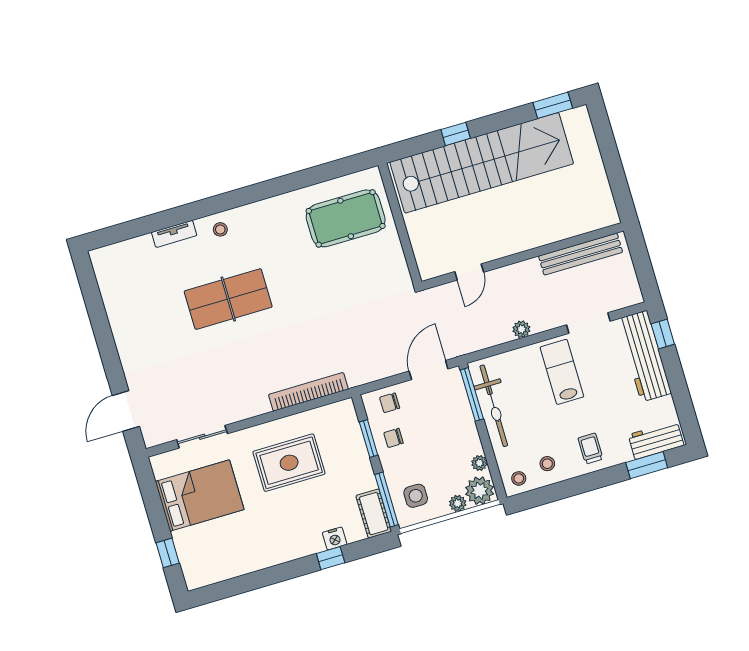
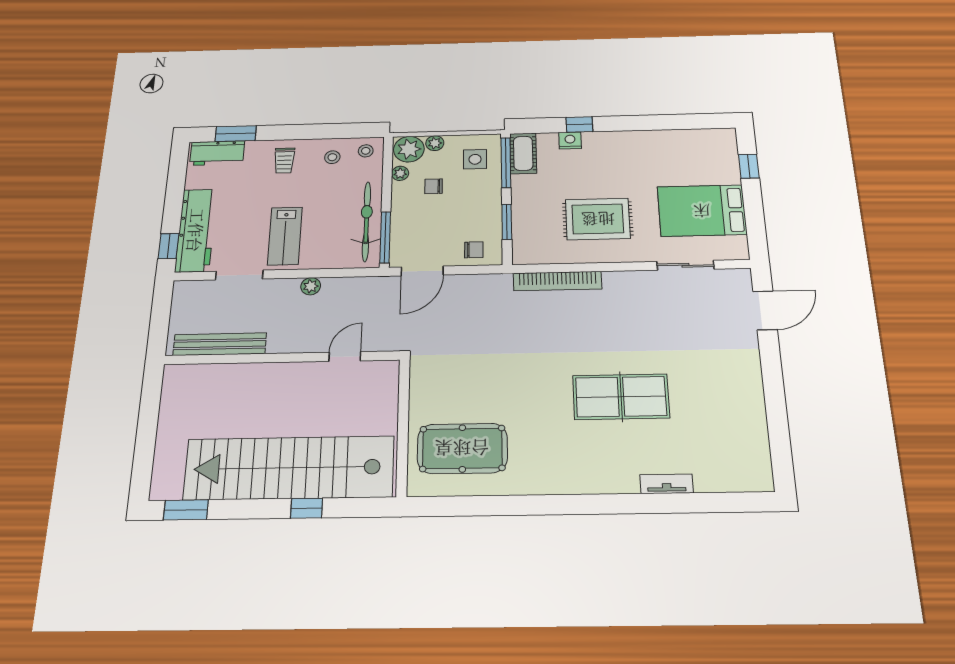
stool: (220, 229) -> (611, 474), removed
chair: (393, 438) -> (434, 186), moved, turned 180

